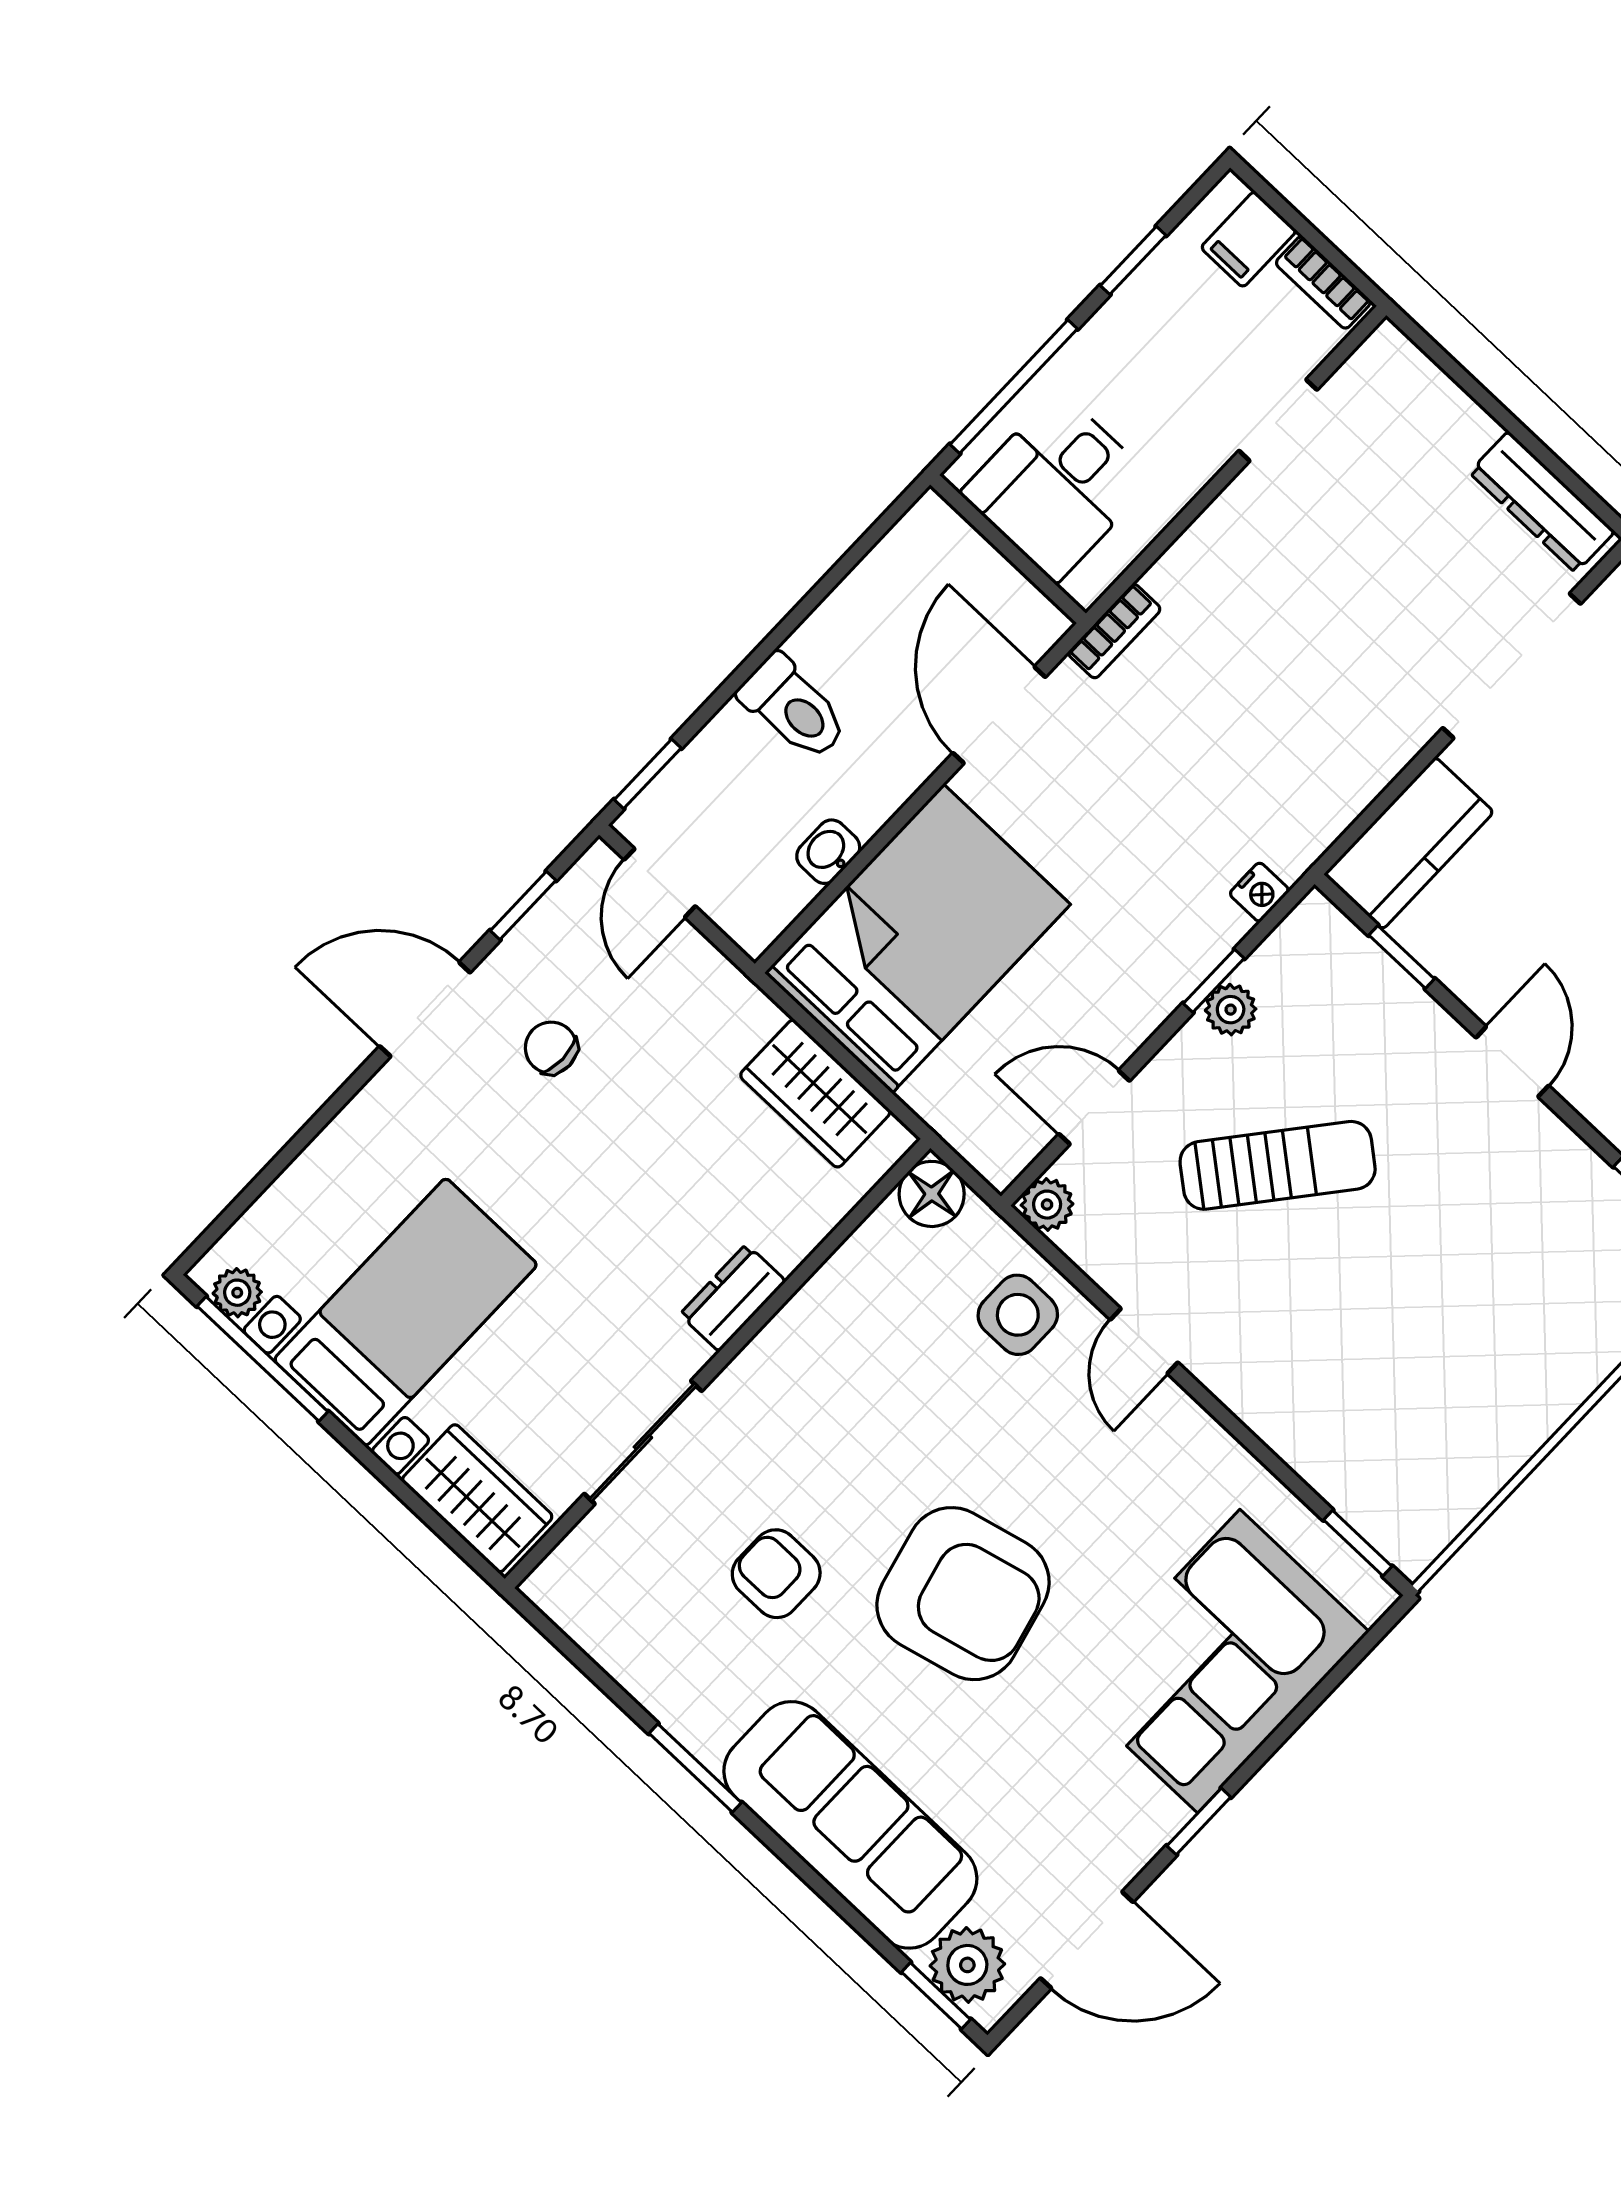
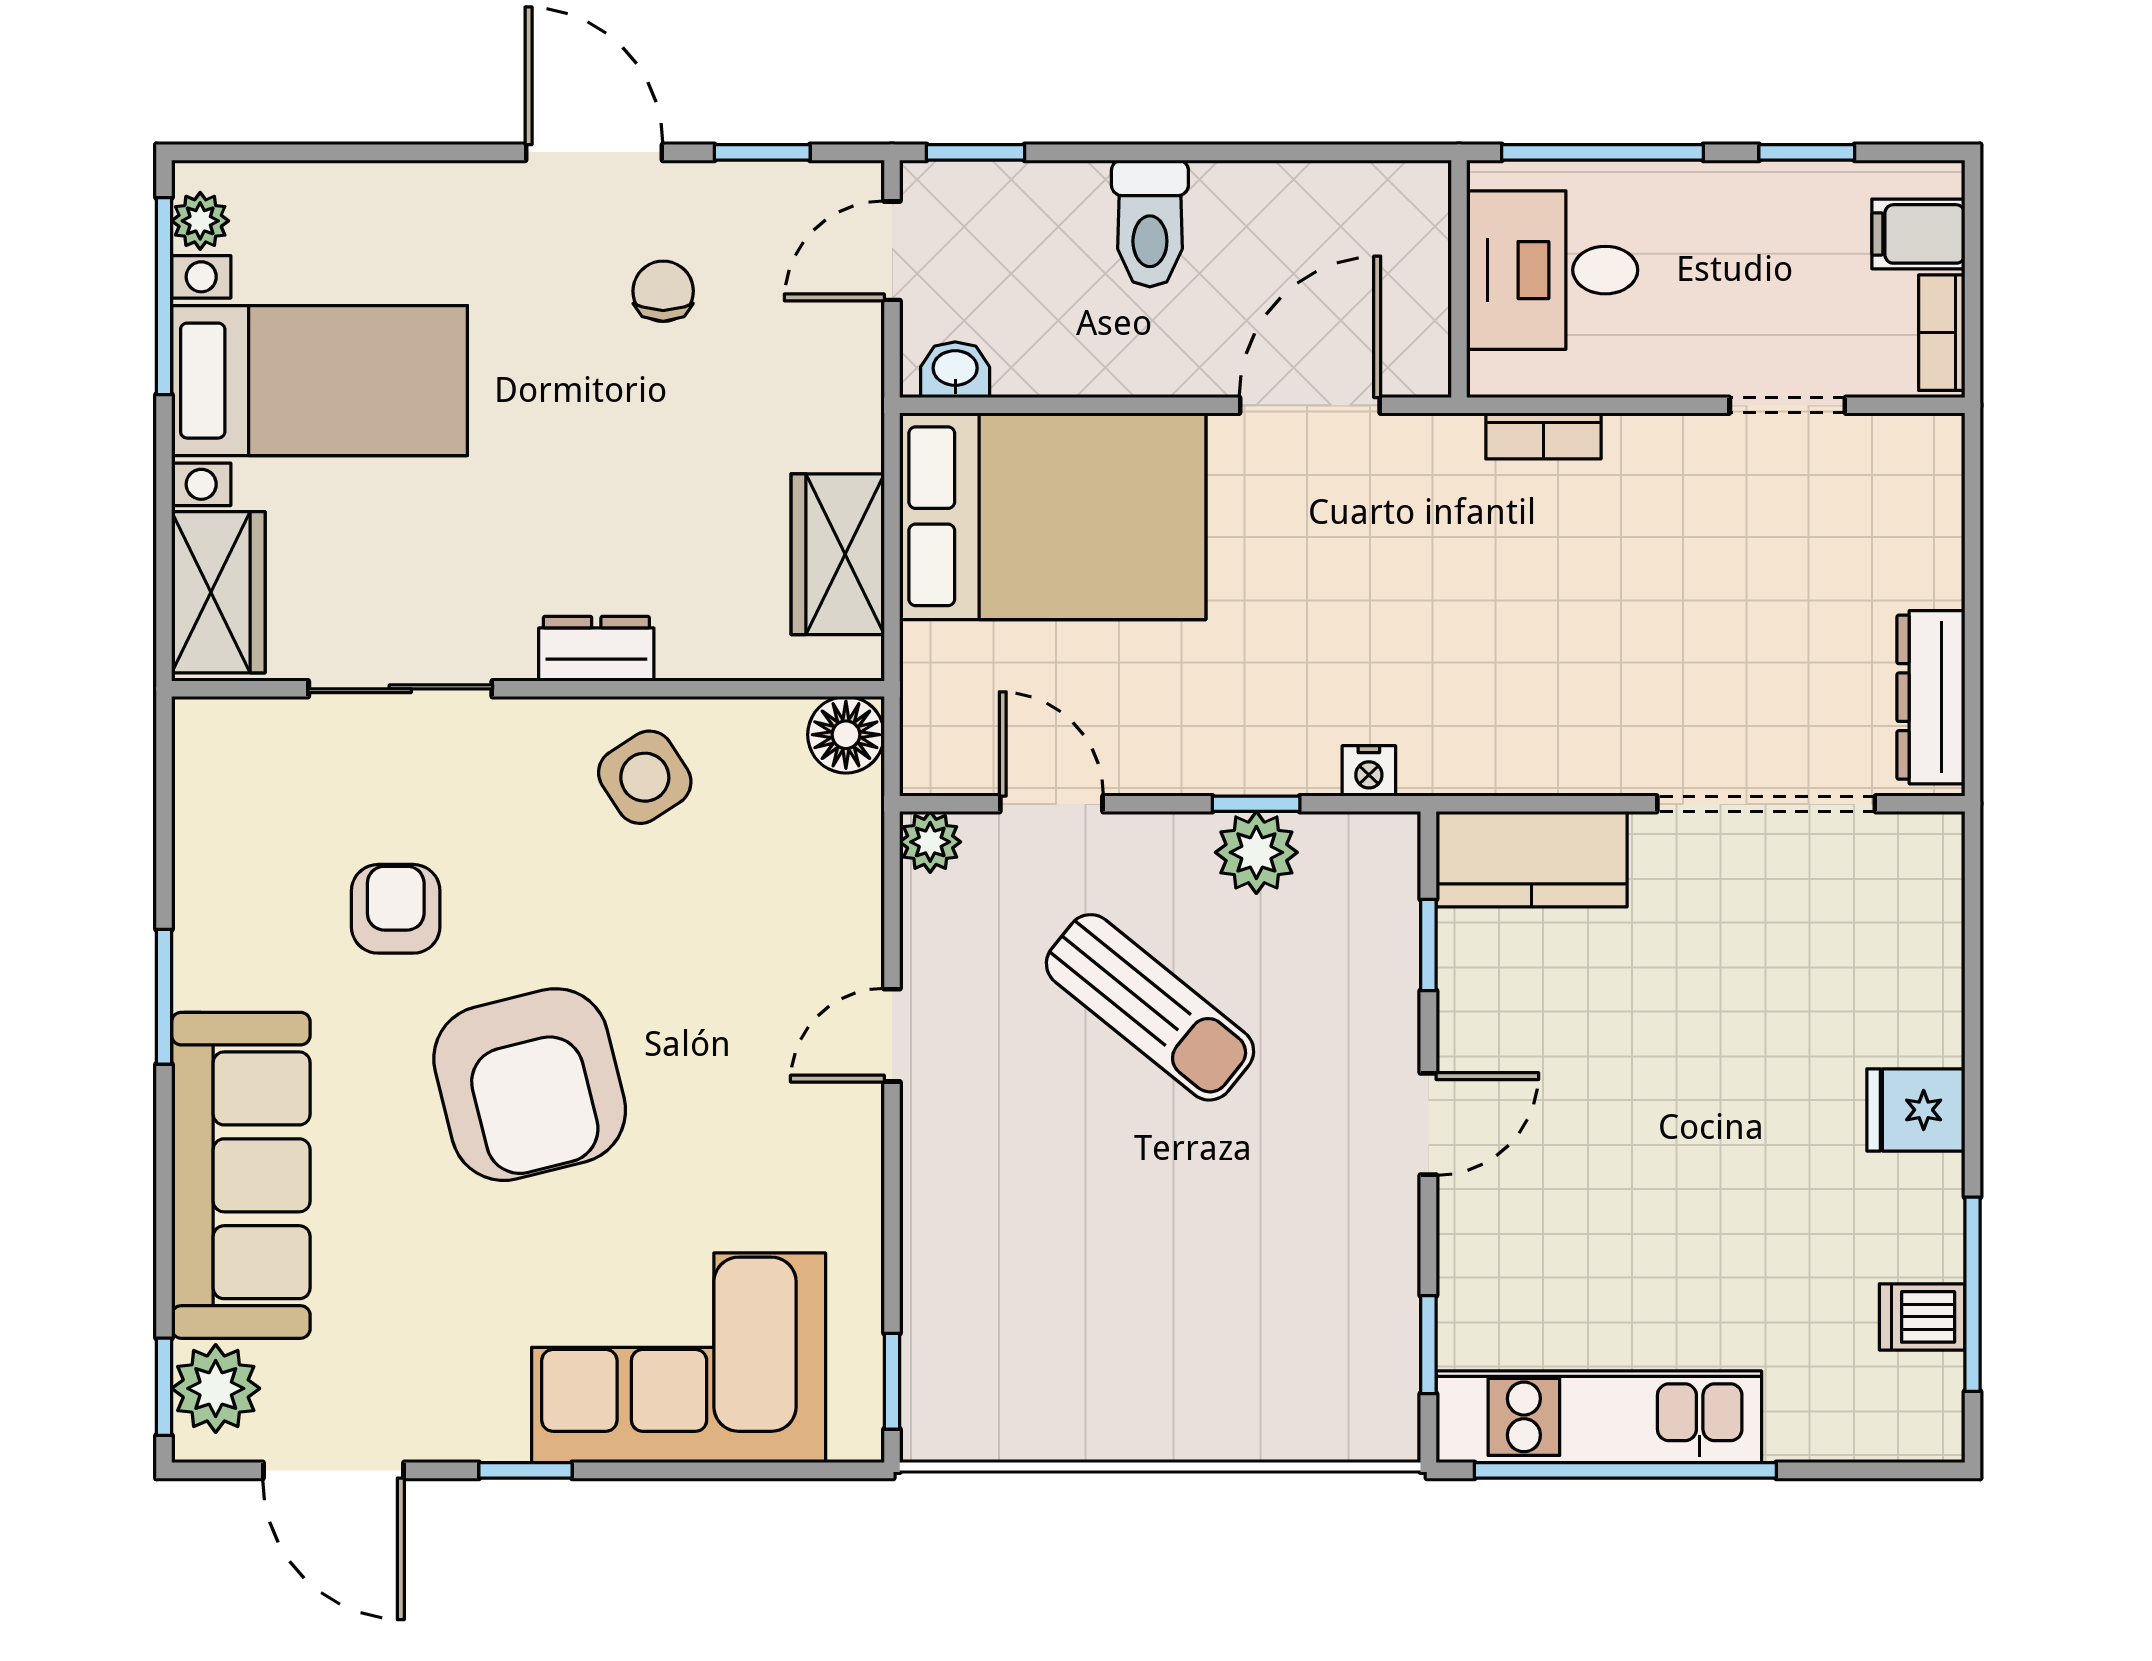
bookcase: (1114, 631) -> (1543, 436), moved
washbasin: (828, 852) -> (955, 370), moved
plant: (1231, 1010) -> (1256, 852), width x1.38, depth x1.38
side table: (1018, 1315) -> (645, 777), moved, turned -33

